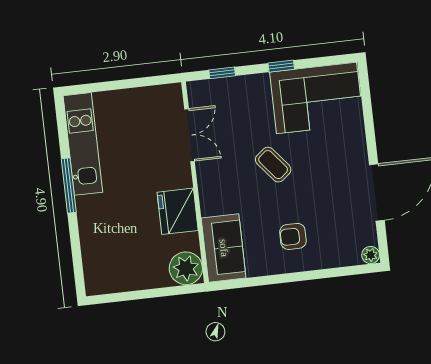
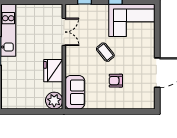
armchair: (293, 236) -> (116, 81), moved
plant: (371, 255) -> (150, 105), removed

